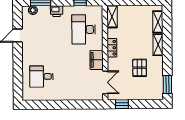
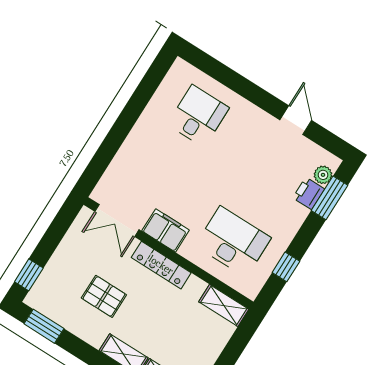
printer: (57, 11) -> (309, 193), moved
locker: (112, 48) -> (161, 265), width x1.53
window: (122, 104) -> (29, 275), moved

